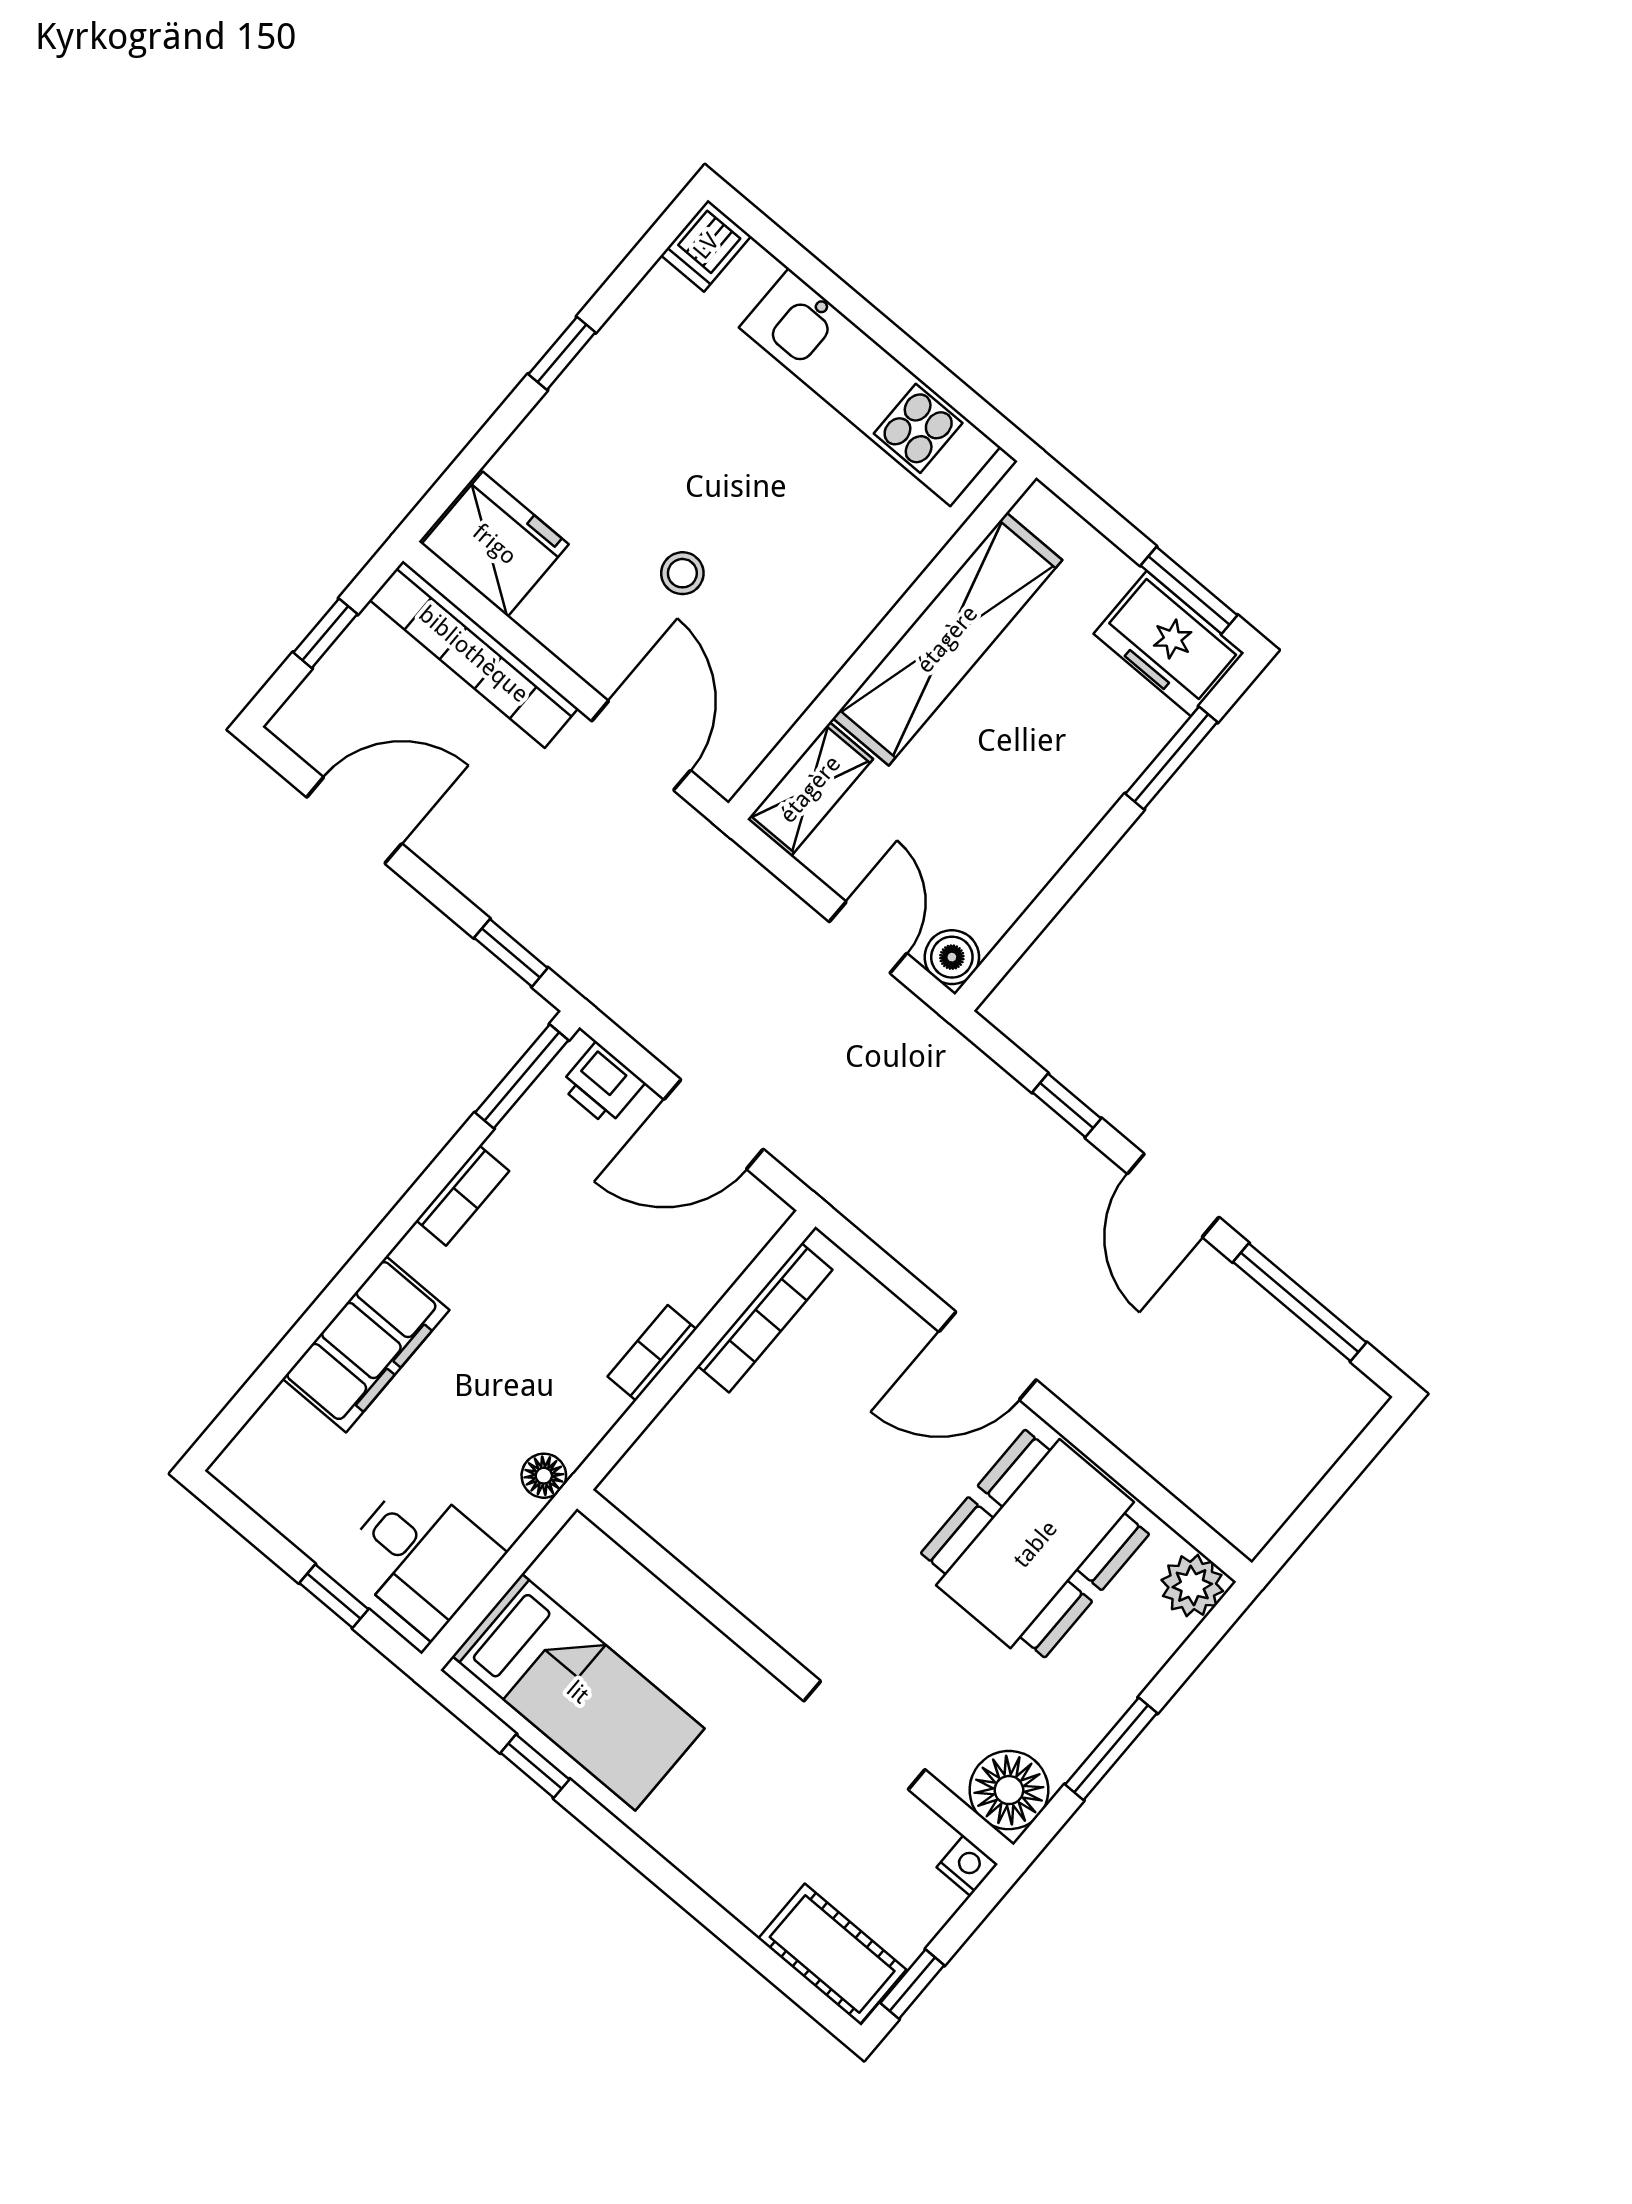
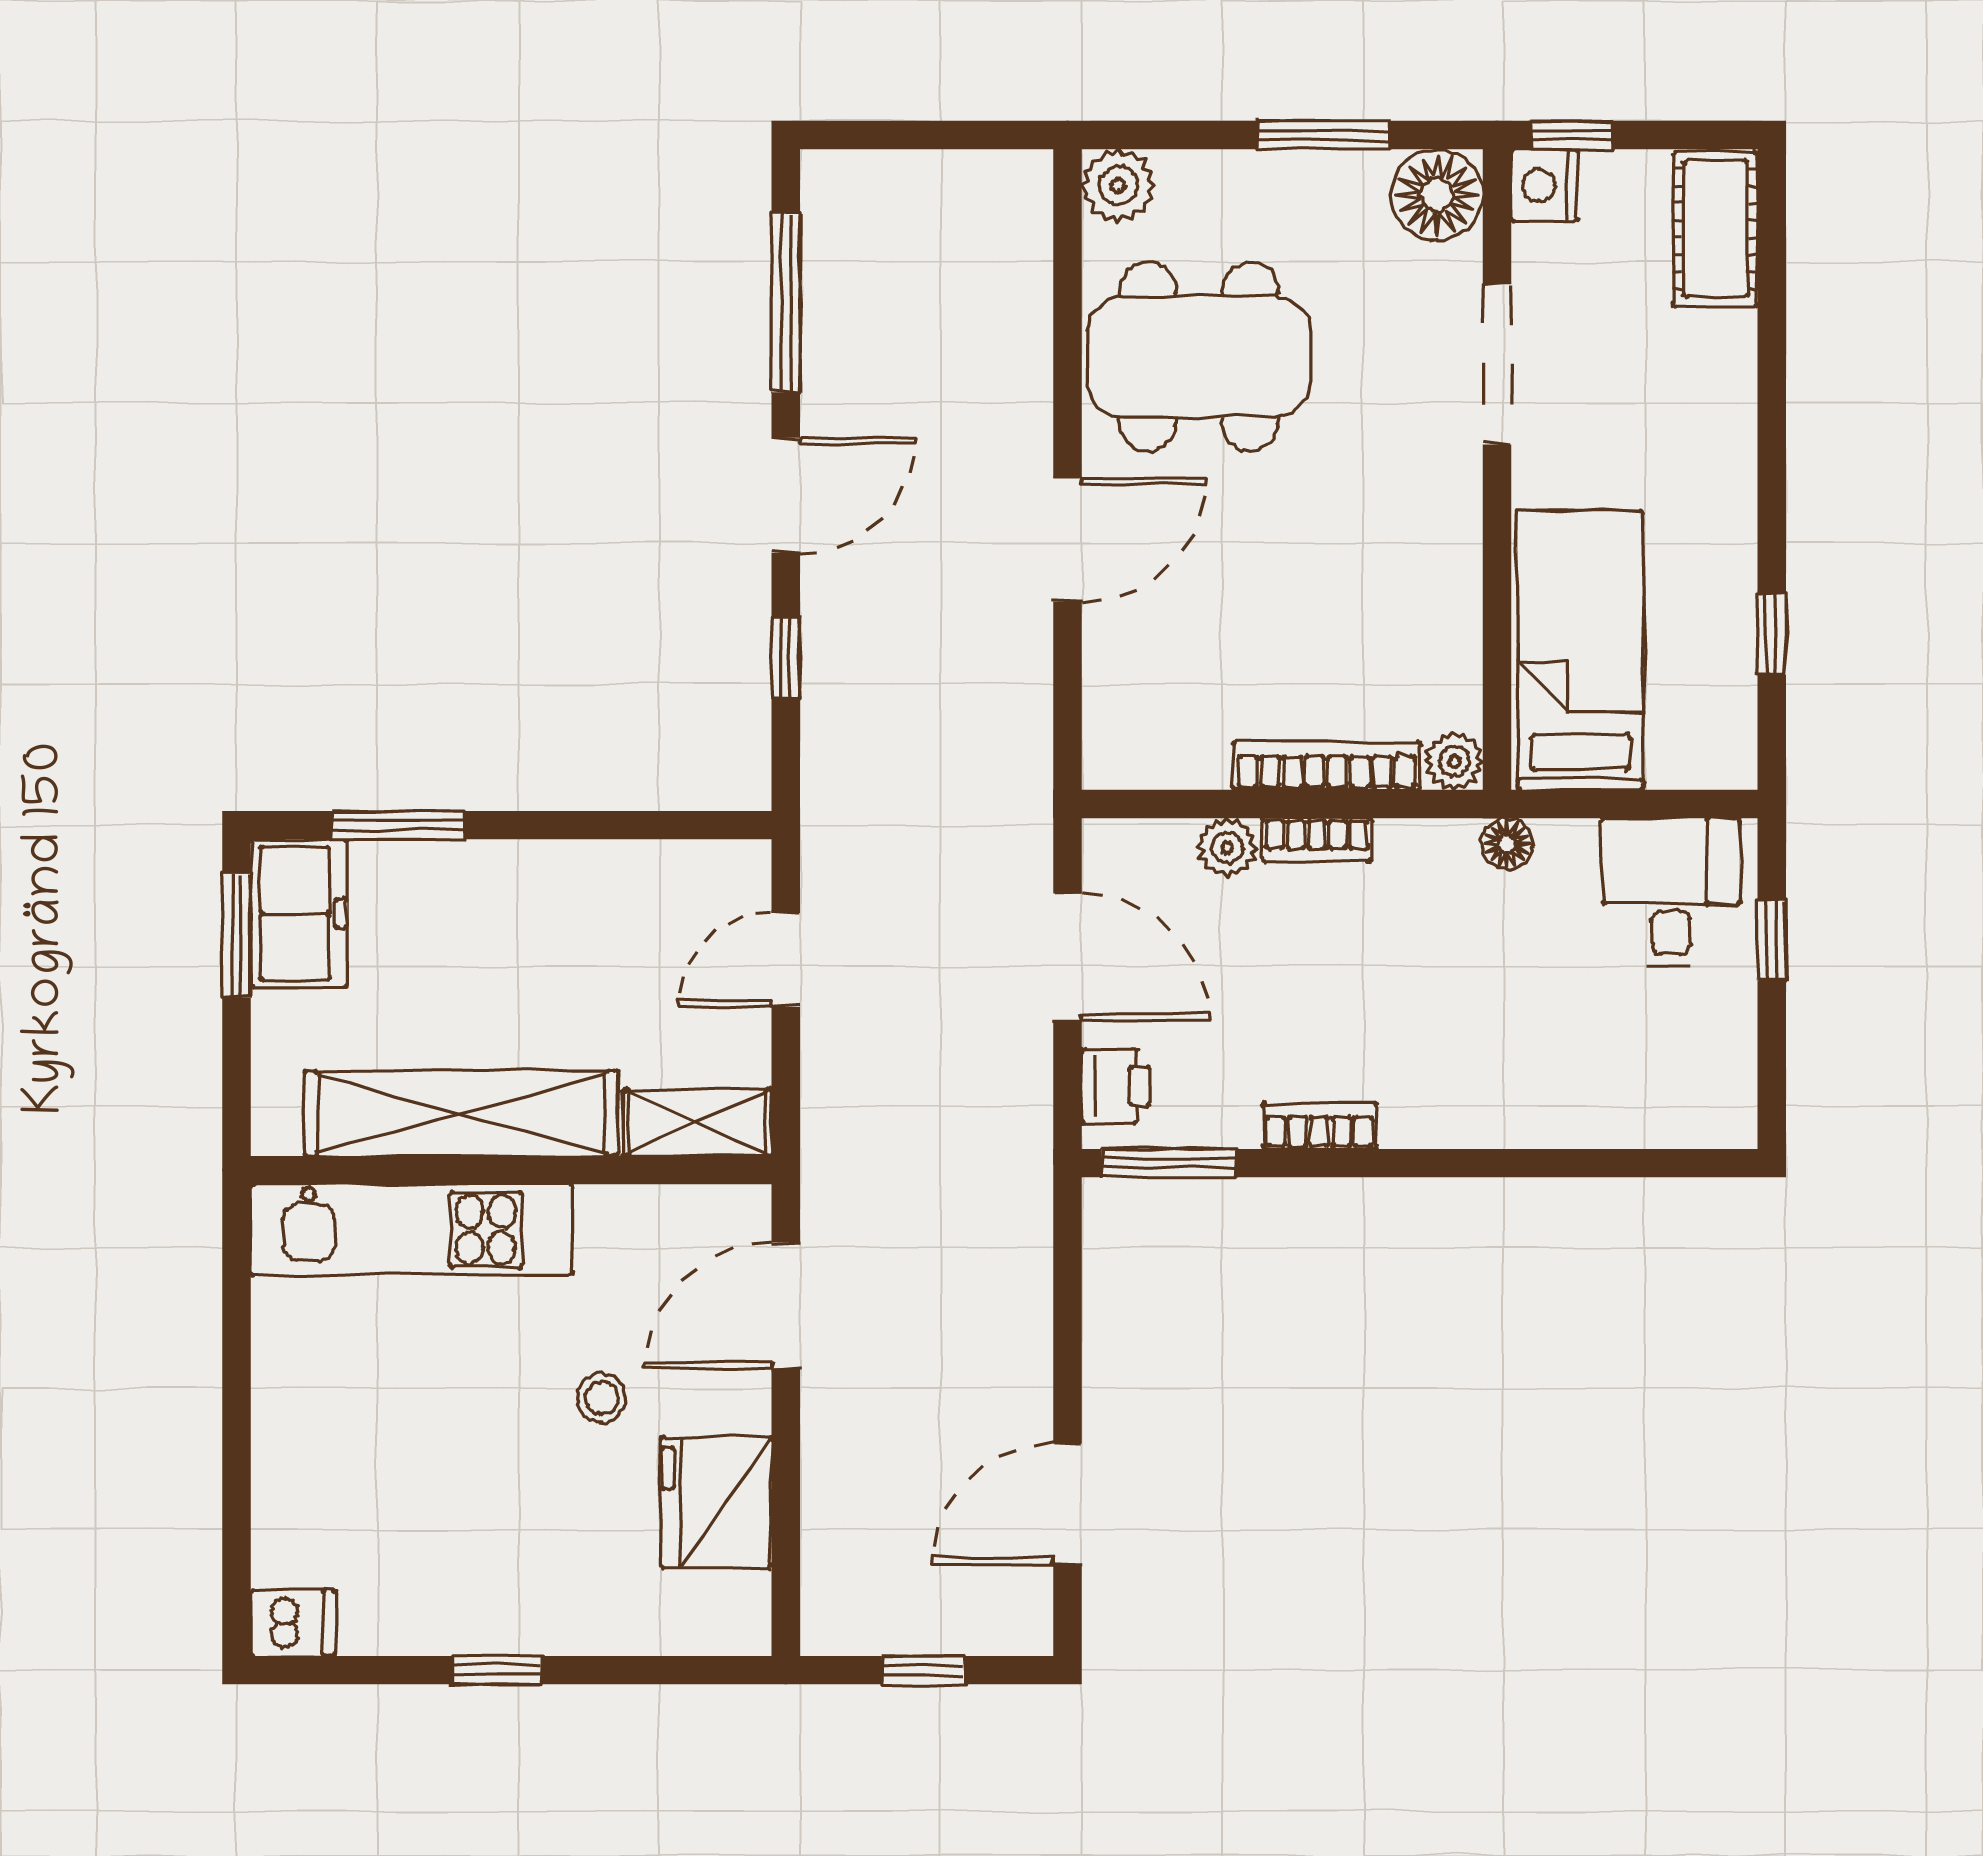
kitchen unit: (869, 387) -> (412, 1230), moved, turned 90
fridge: (495, 544) -> (716, 1502), moved
bookcase: (474, 654) -> (830, 1523), removed
door: (354, 820) -> (1067, 1504), hinge flipped
window: (511, 953) -> (1067, 1265), removed
boiler: (952, 957) -> (740, 871), removed
plant: (697, 1290) -> (1227, 848), added
bookcase: (765, 1318) -> (1326, 766), moved
filing cabinet: (366, 1344) -> (1524, 1101), removed
door: (988, 1356) -> (1067, 540), hinge flipped
plant: (628, 1487) -> (1454, 761), added
bed: (578, 1692) -> (1580, 651), moved
nightstand: (967, 1866) -> (1544, 185), width x1.39, depth x1.35
window: (912, 1984) -> (1572, 135), moved

